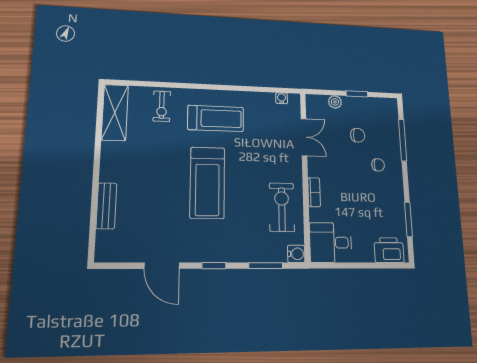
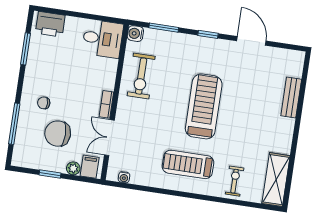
filing cabinet: (319, 105) -> (90, 167), added
chair: (358, 135) -> (58, 134), width x1.87, depth x1.87
bookcase: (314, 192) -> (106, 104), moved

